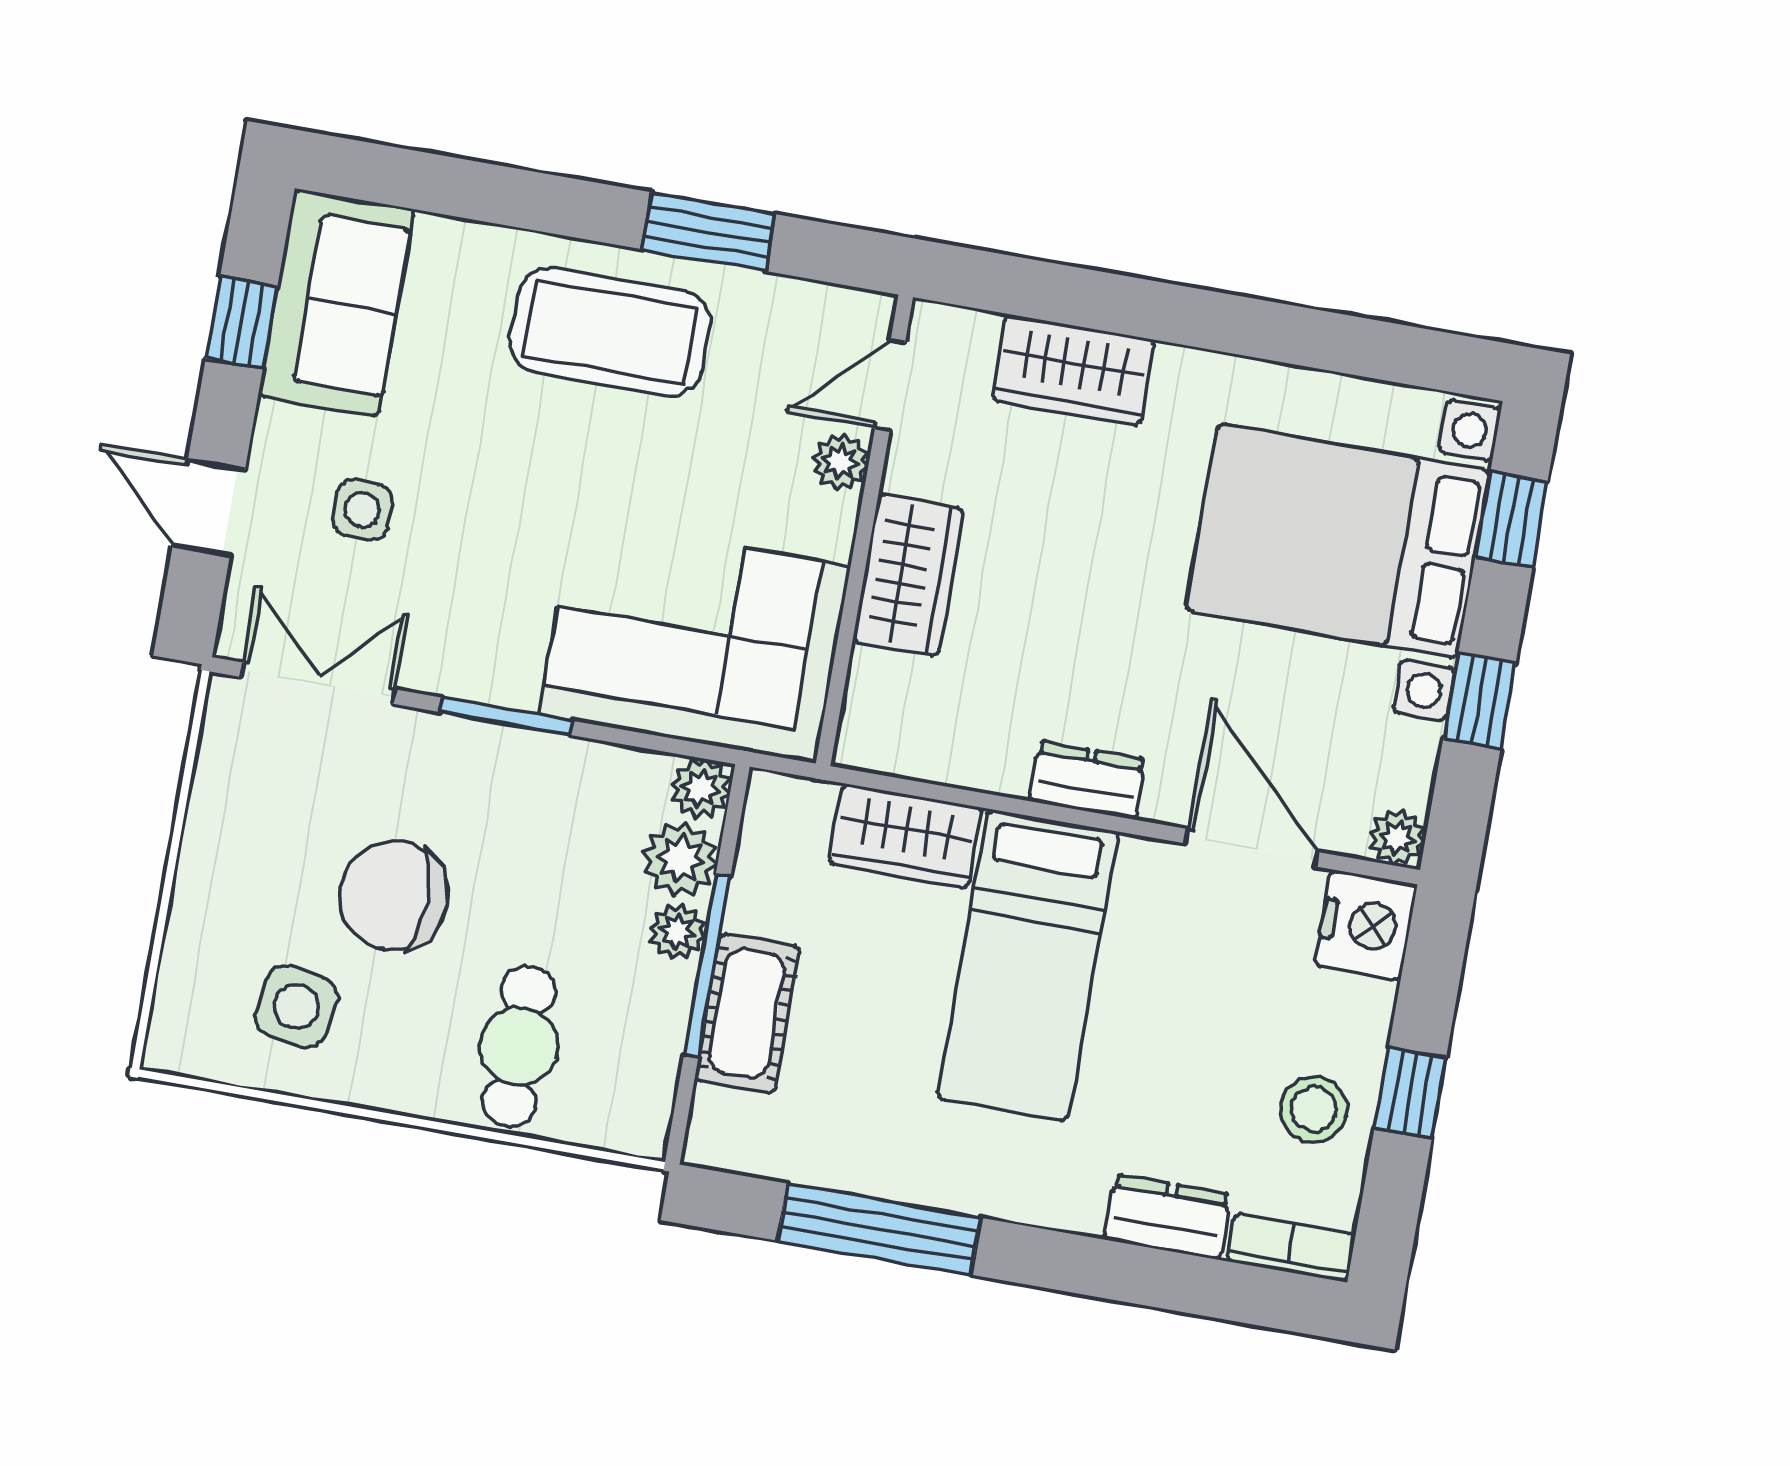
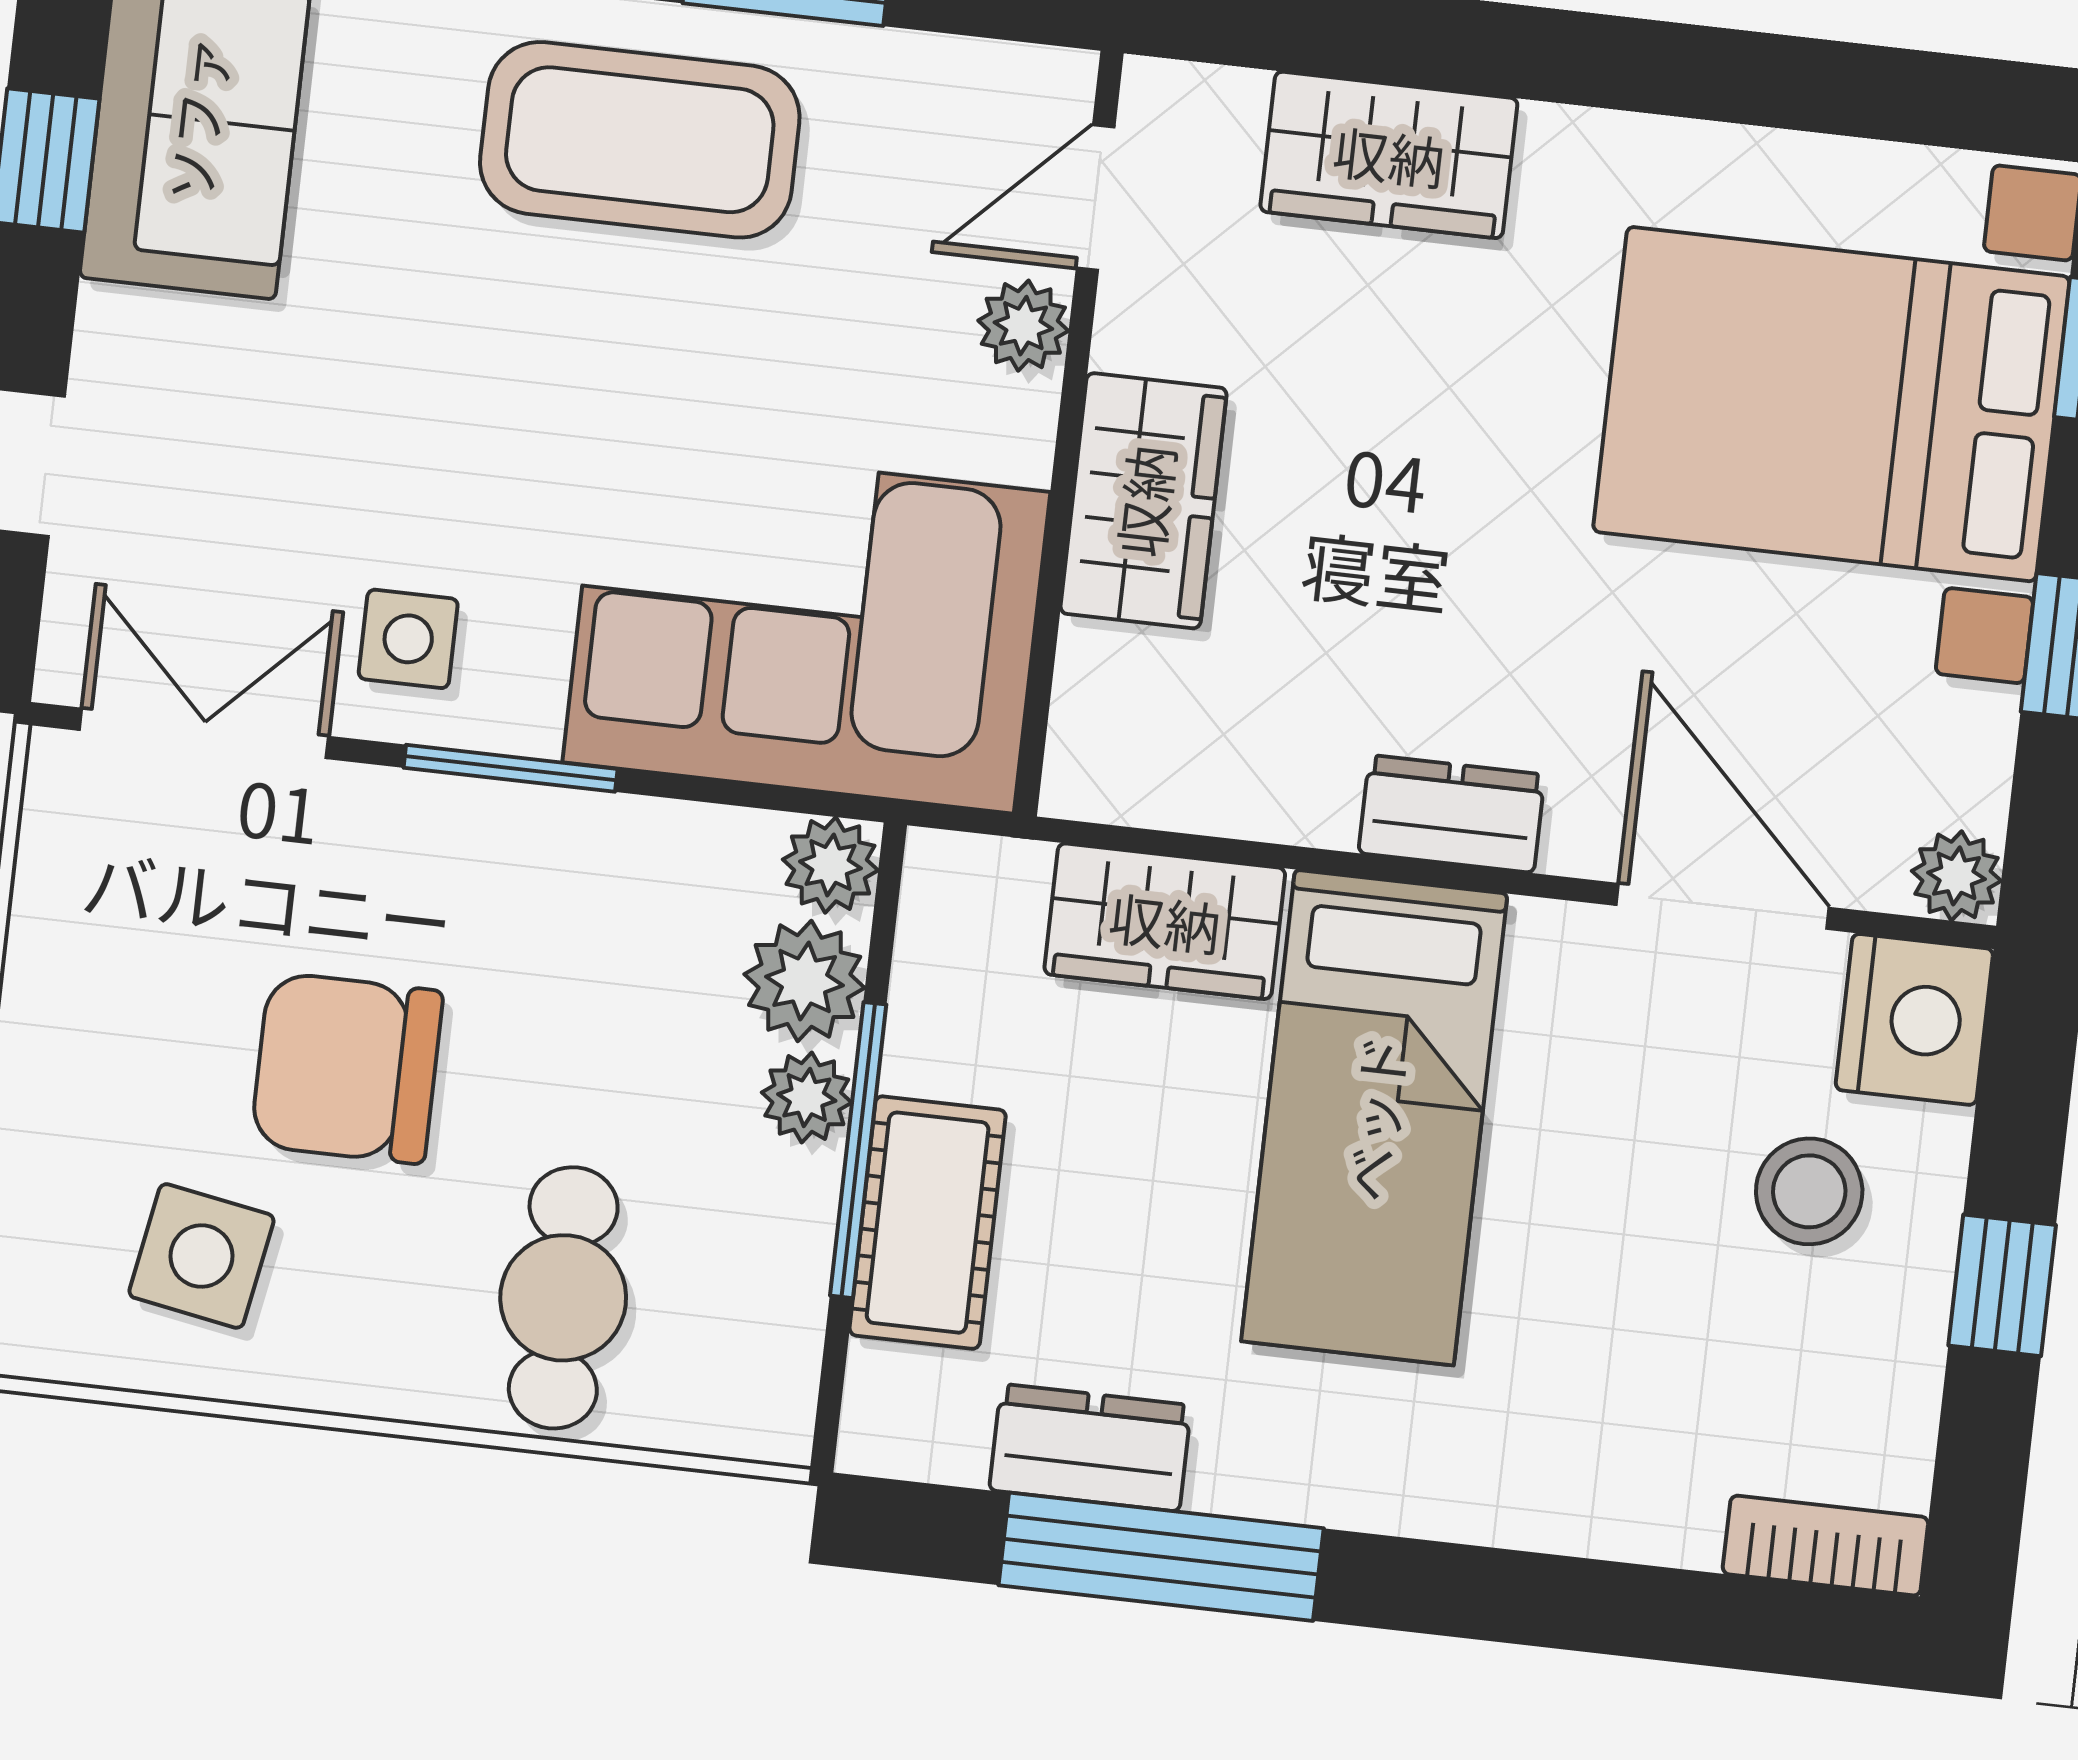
side table: (362, 510) -> (408, 639), moved
stool: (1314, 1109) -> (1809, 1191), moved
dresser: (1168, 1217) -> (1090, 1448), moved

